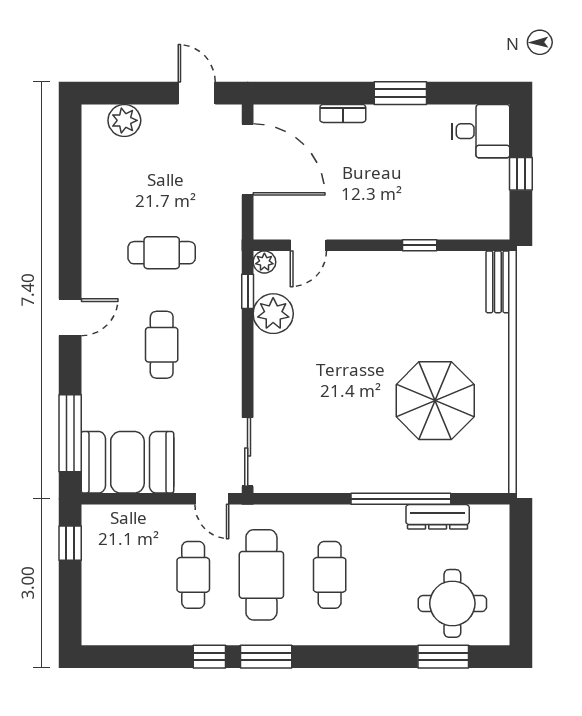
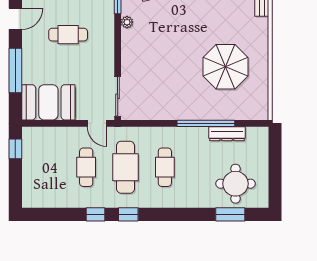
plant: (273, 314) -> (127, 22), width x0.53, depth x0.53
cafe table: (162, 345) -> (68, 35), turned 90
window: (70, 433) -> (15, 70), moved
window: (266, 657) -> (128, 214), width x0.67

